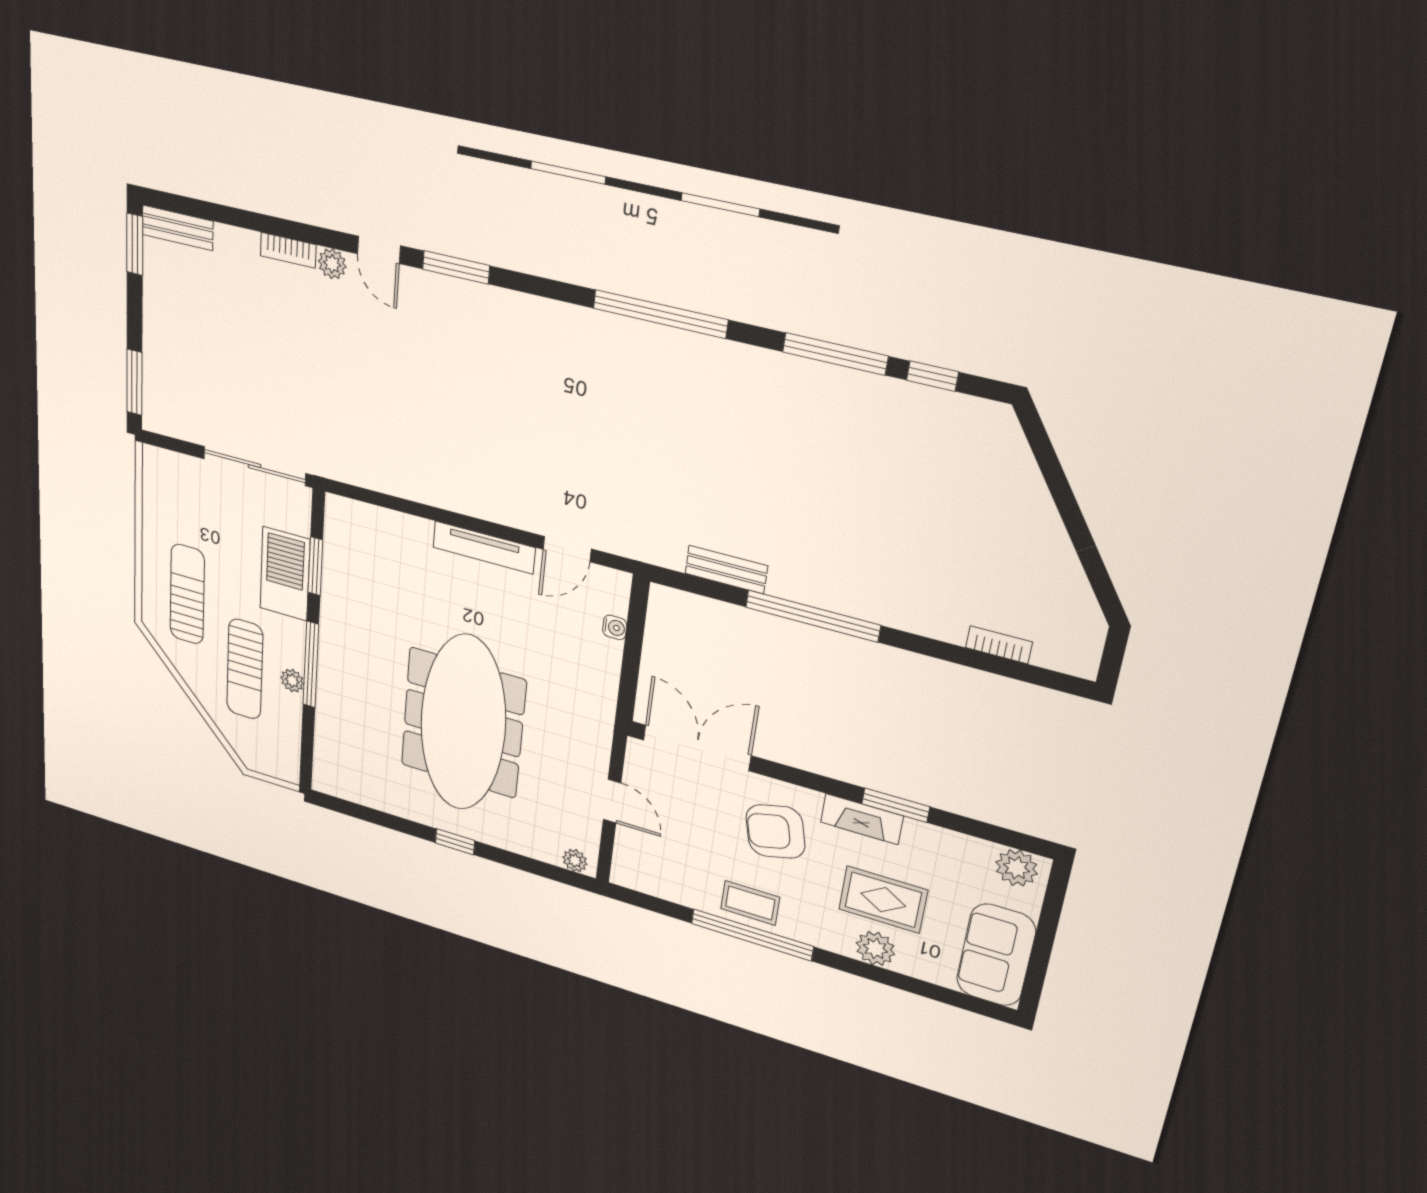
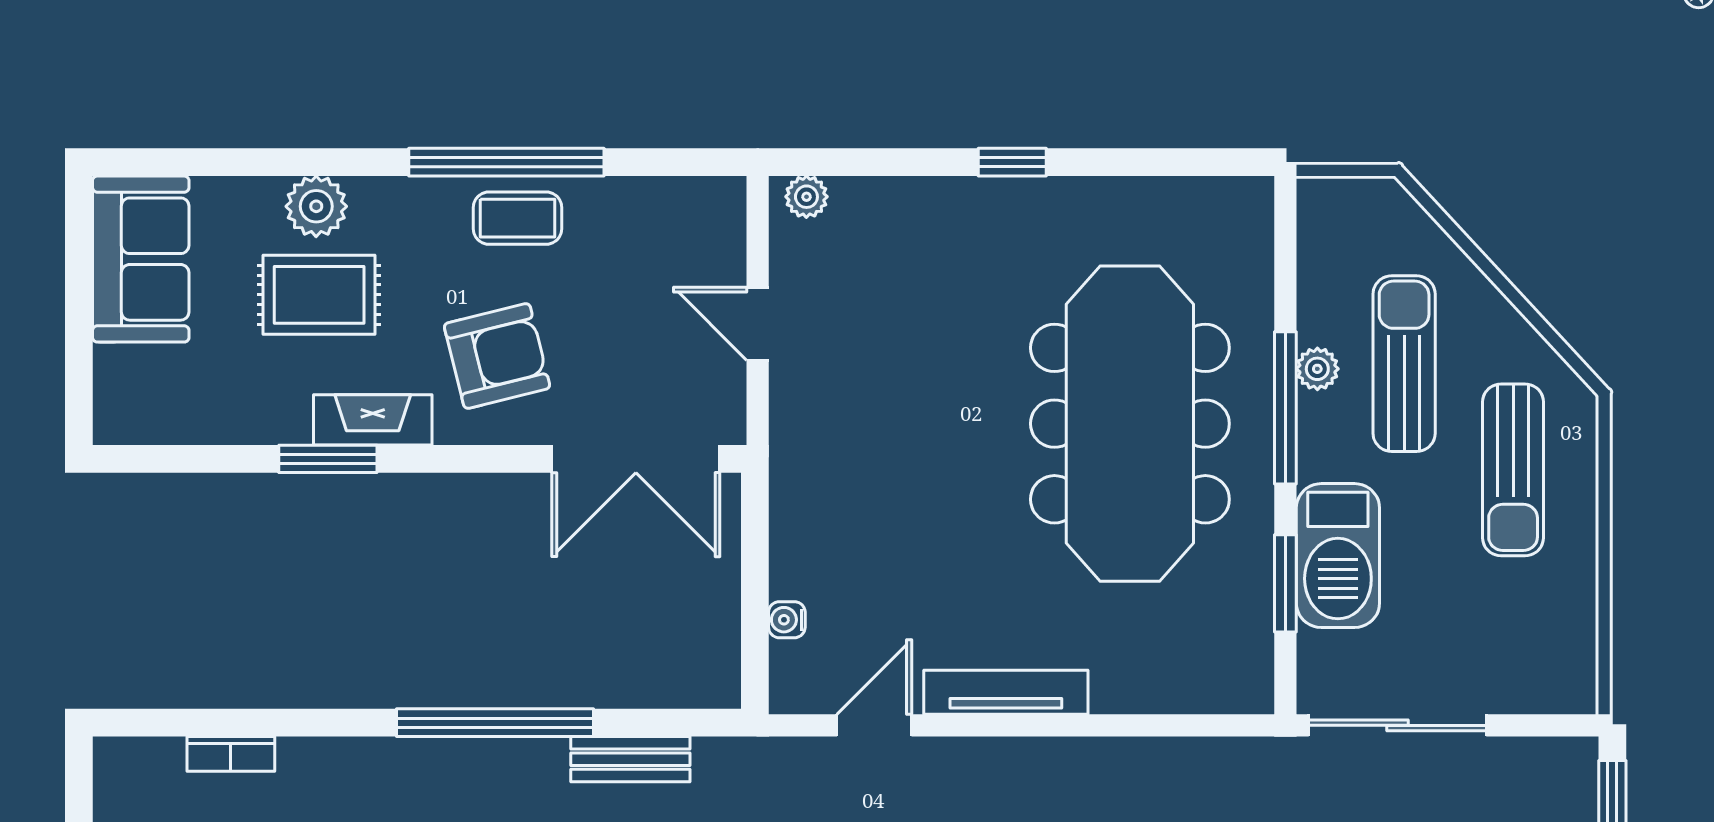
meeting table: (463, 723) -> (1130, 424), moved
plant: (1016, 868) -> (140, 414), removed

